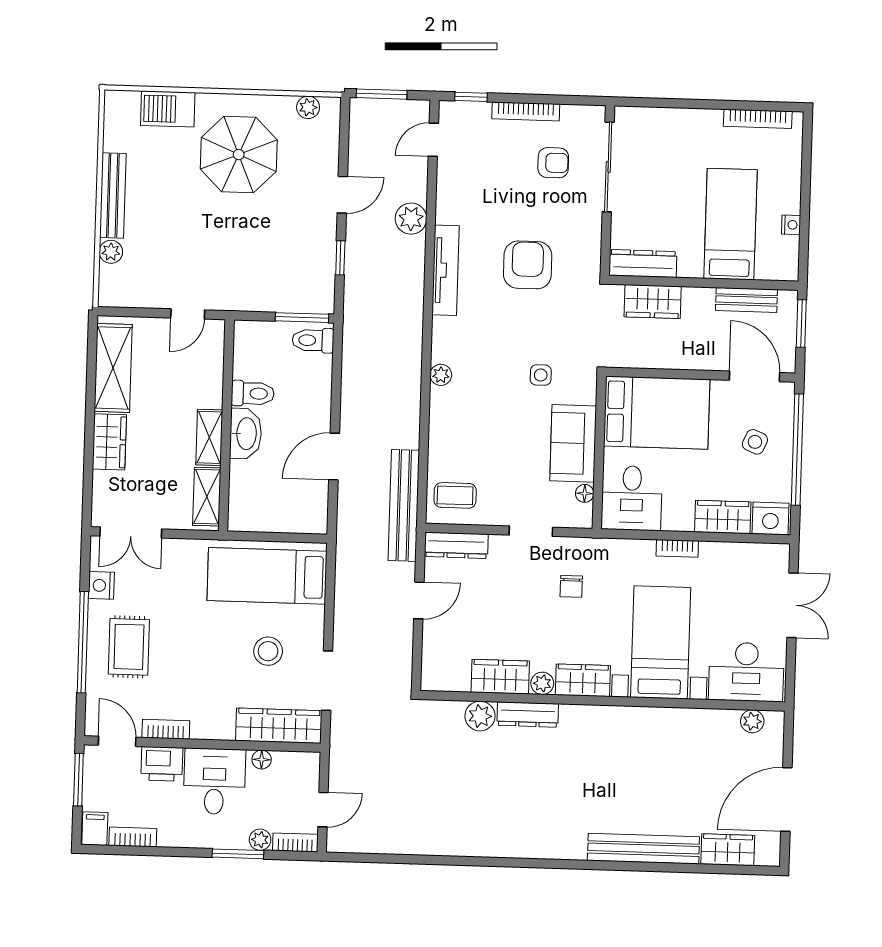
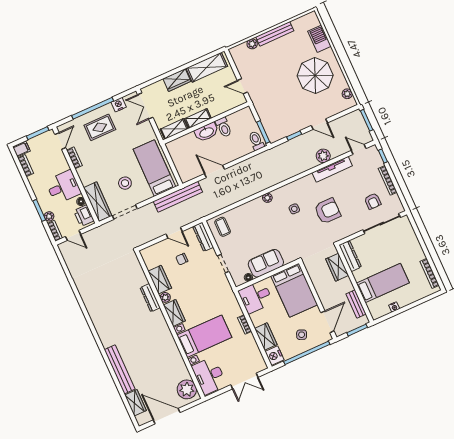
tv unit: (446, 270) -> (332, 169), moved
side table: (541, 375) -> (294, 209), moved
bench: (404, 505) -> (178, 197), moved
chair: (571, 586) -> (182, 259), moved
plant: (480, 716) -> (140, 279), removed
plant: (752, 721) -> (187, 389), width x1.88, depth x1.88
printer: (162, 764) -> (84, 216), moved

